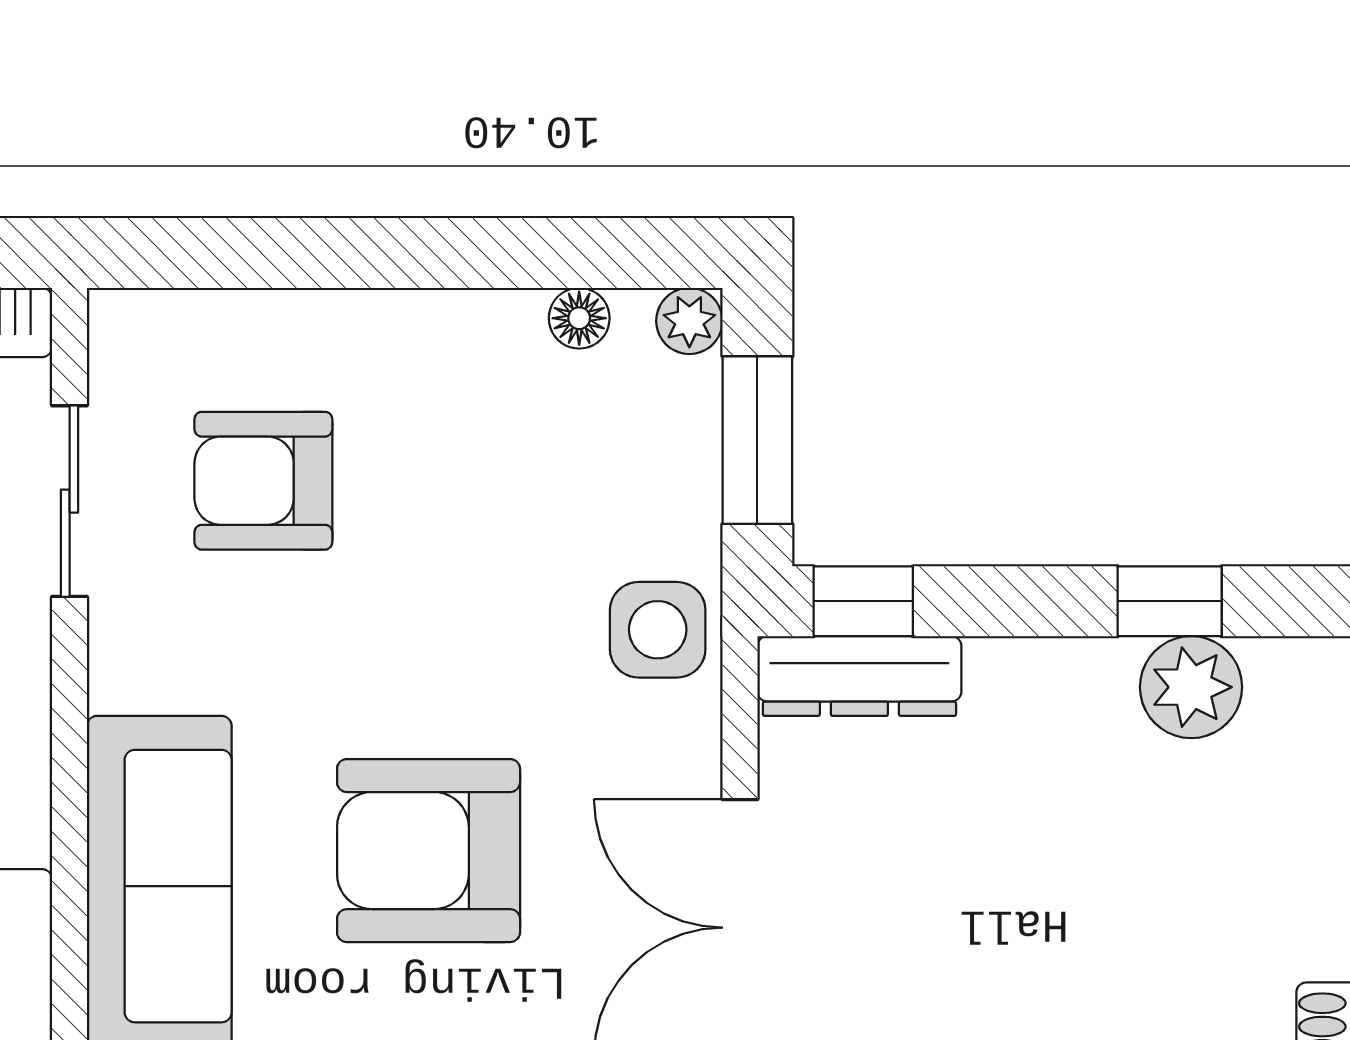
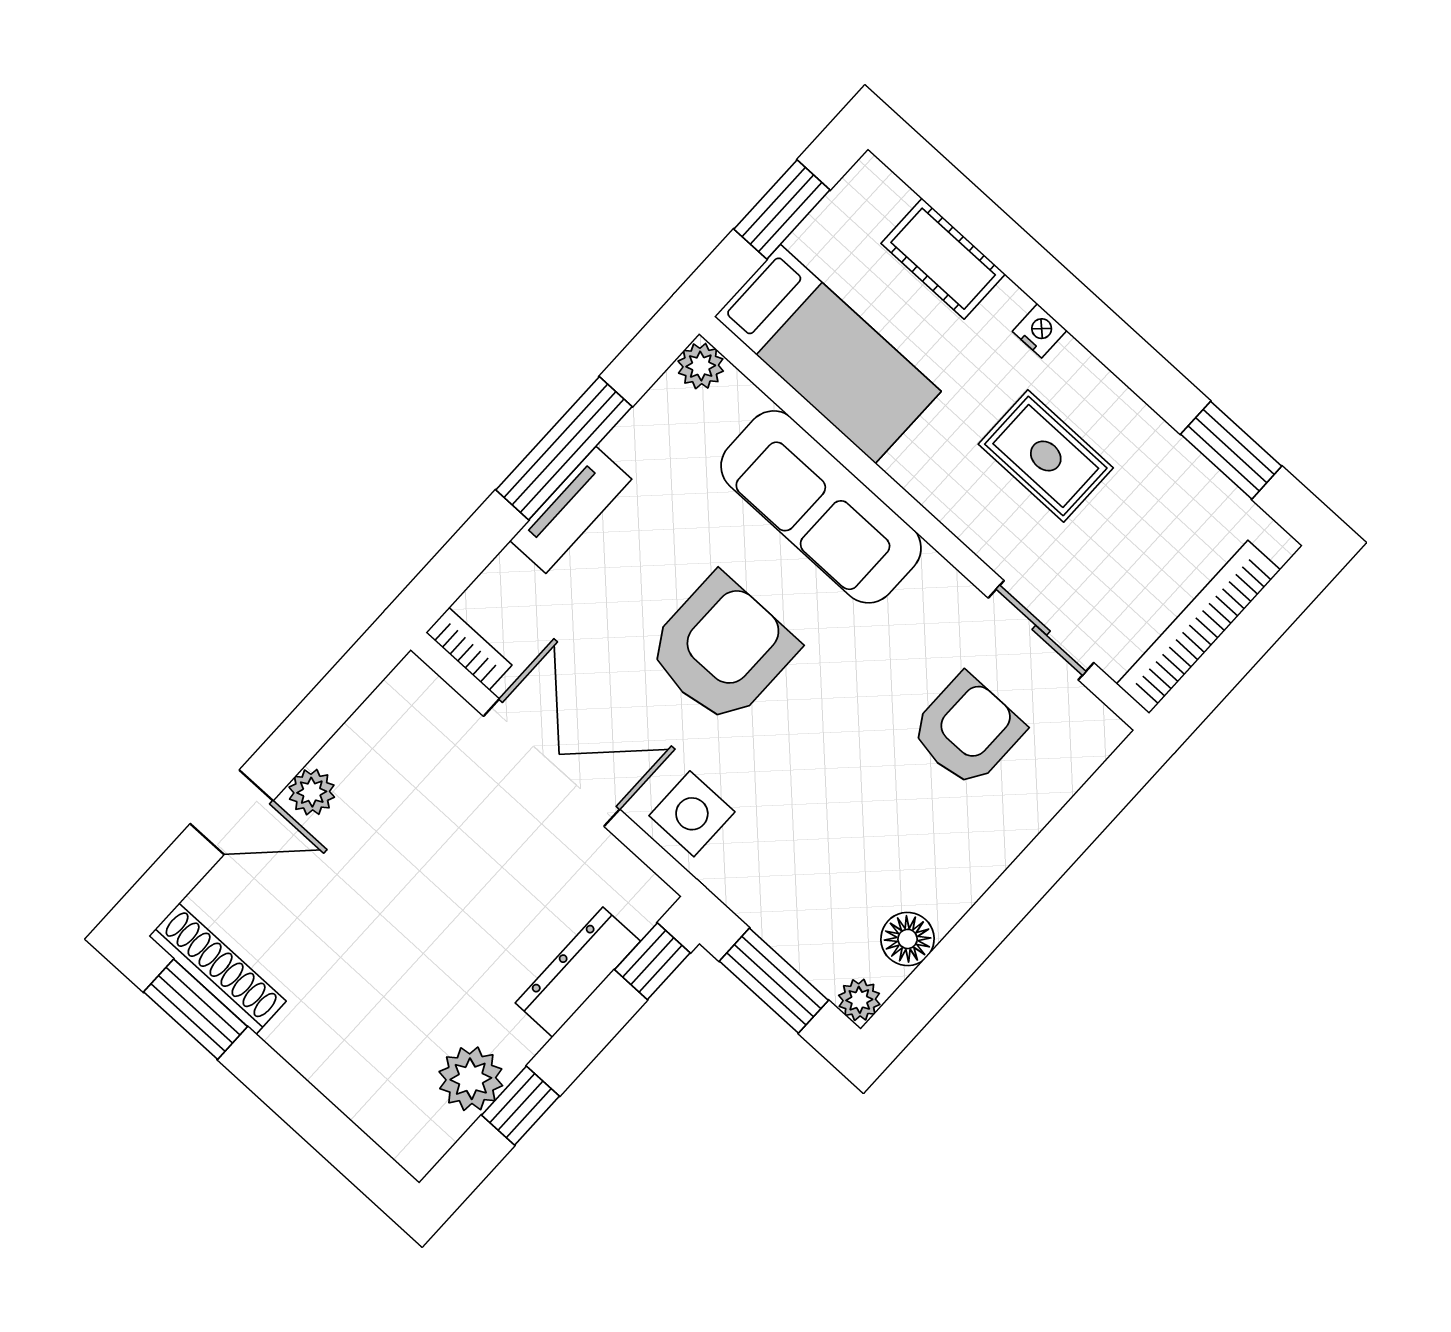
floor lamp: (579, 318) -> (908, 939), width x1.37, depth x1.37
side table: (658, 630) -> (692, 814), moved
dresser: (859, 676) -> (578, 972), moved

